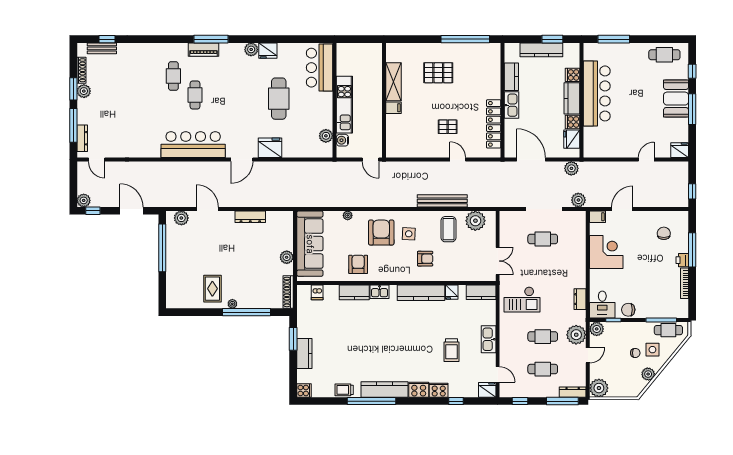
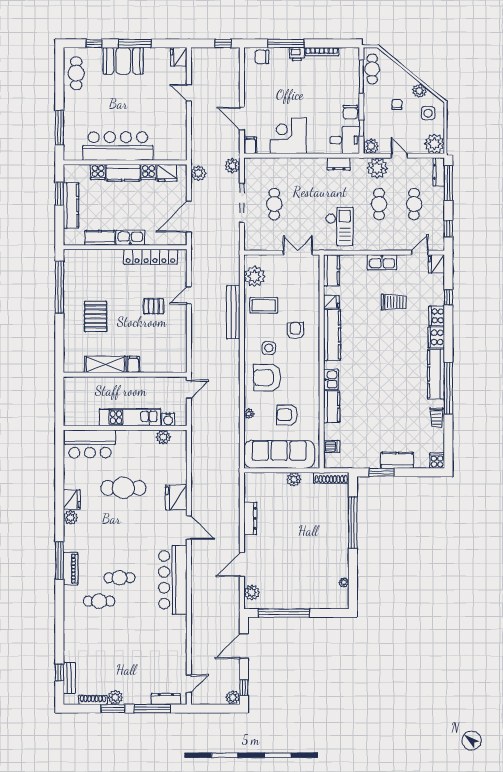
pallet: (448, 127) -> (154, 306), turned 90
chair: (664, 233) -> (262, 57), moved
armchair: (358, 264) -> (287, 415), moved
rug: (212, 289) -> (328, 559), removed
plant: (232, 304) -> (344, 582), moved
side table: (652, 350) -> (428, 113), moved

